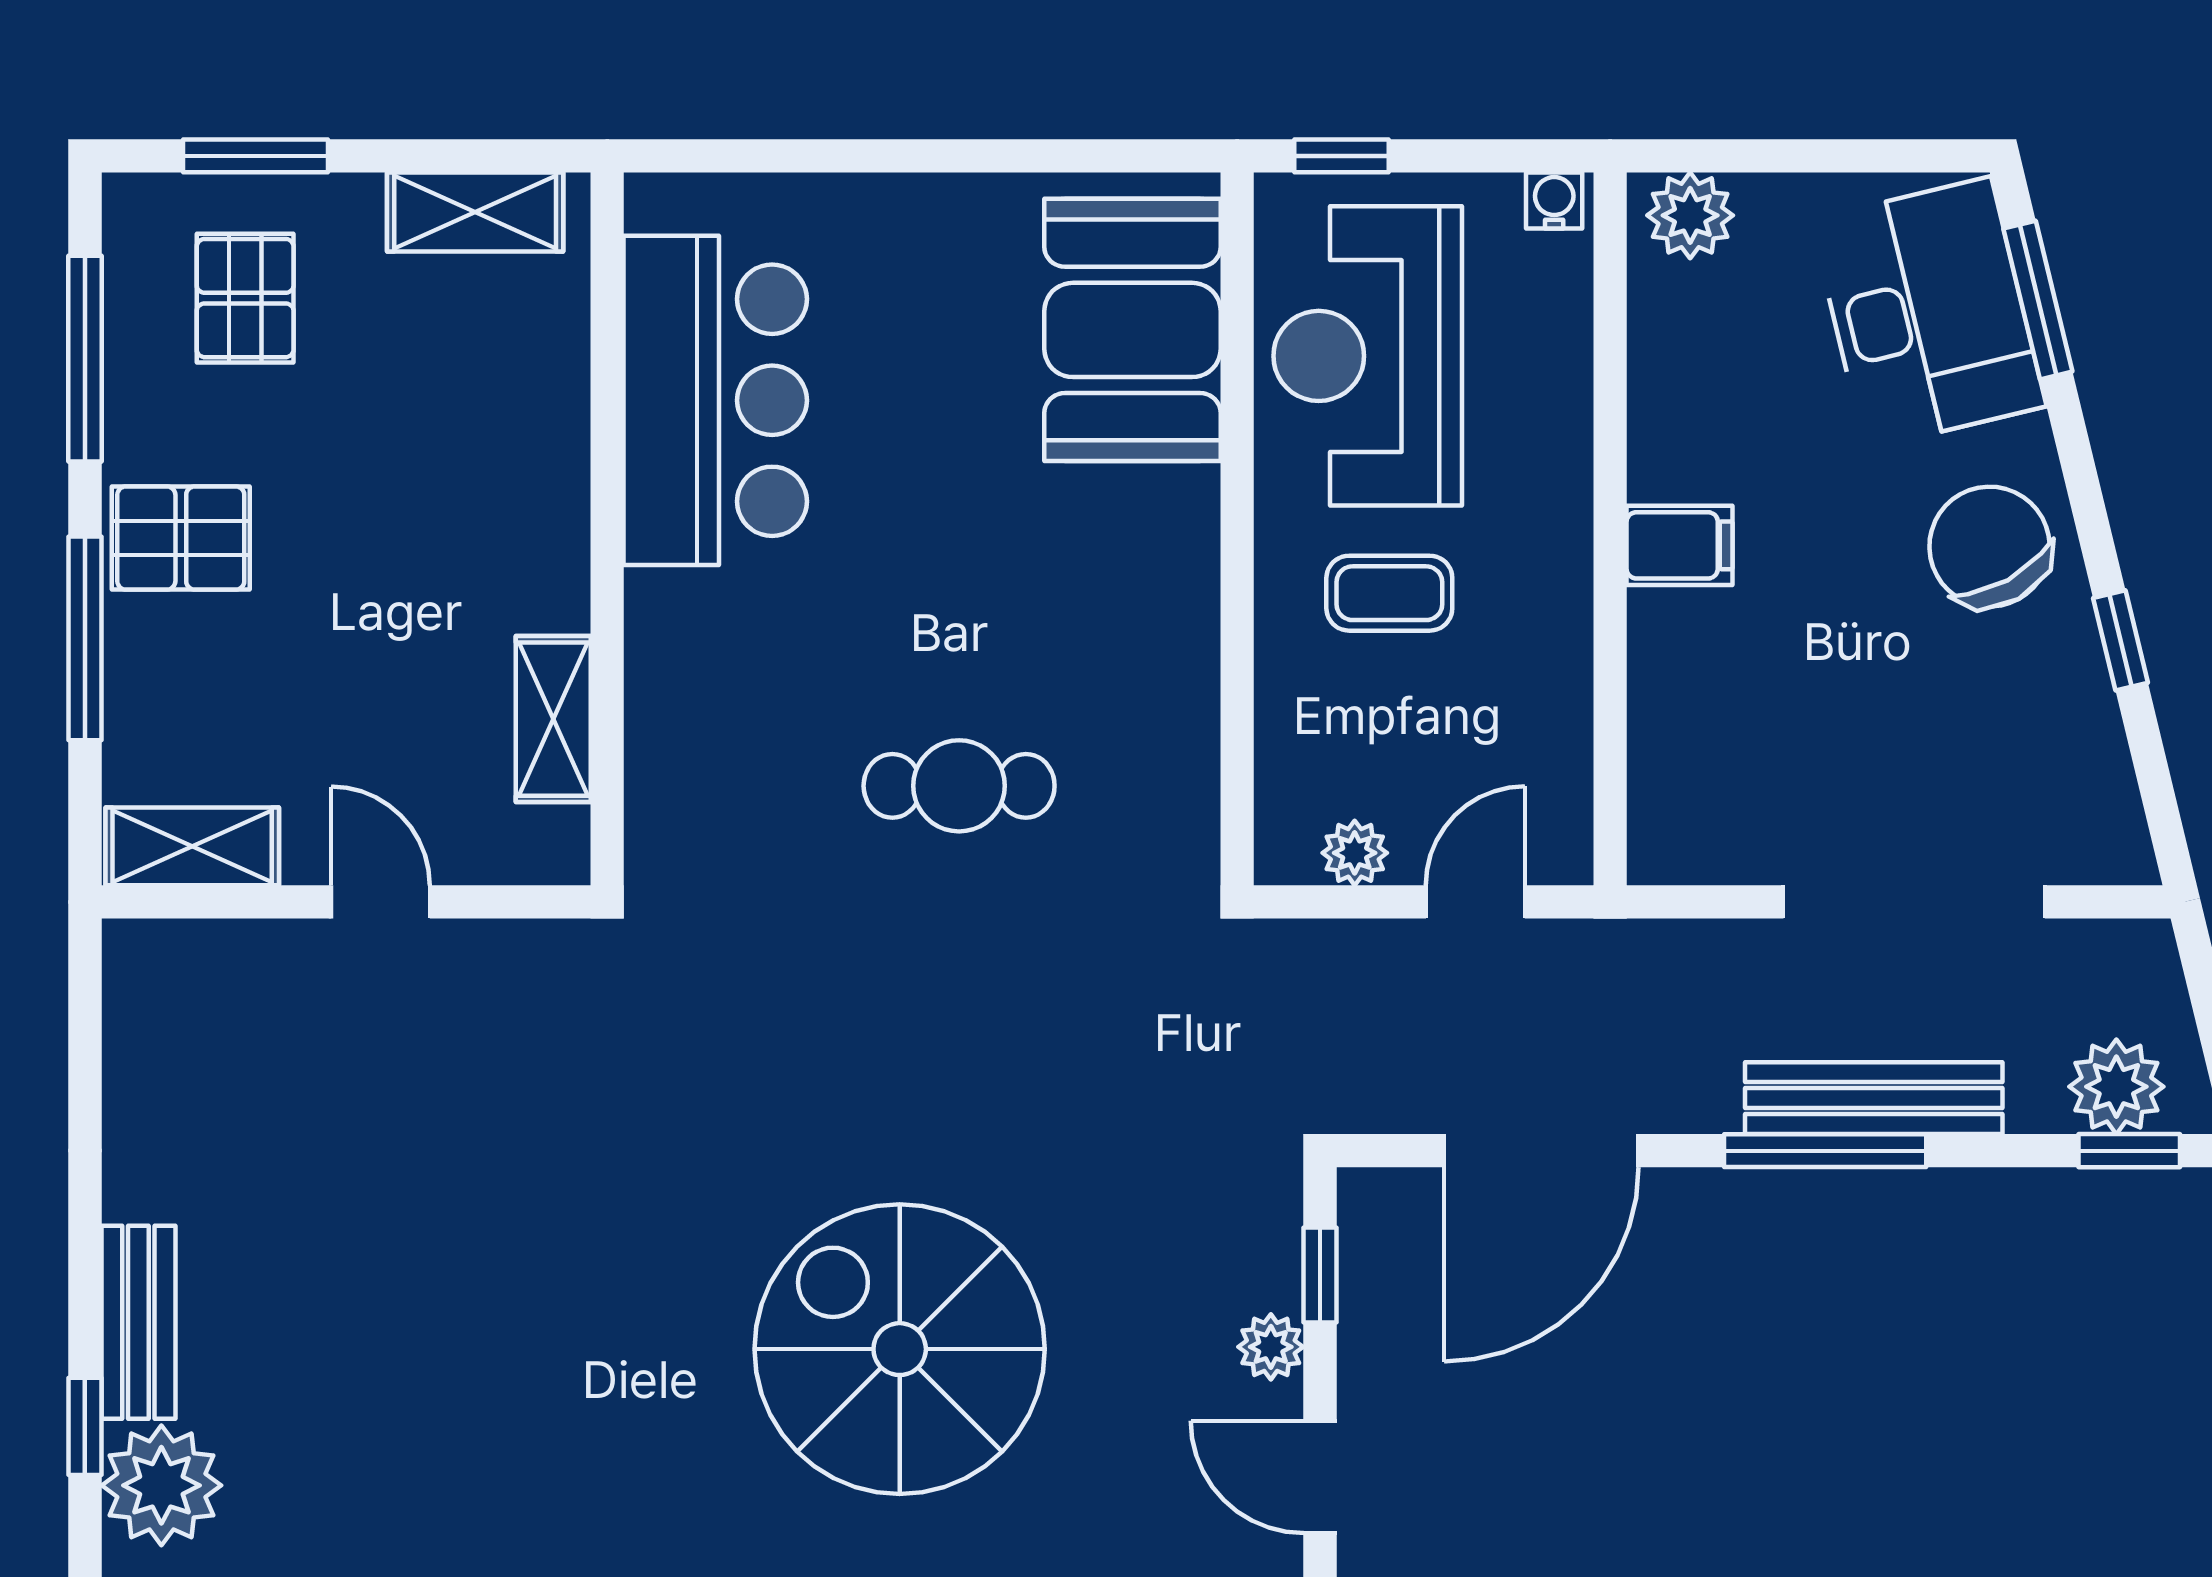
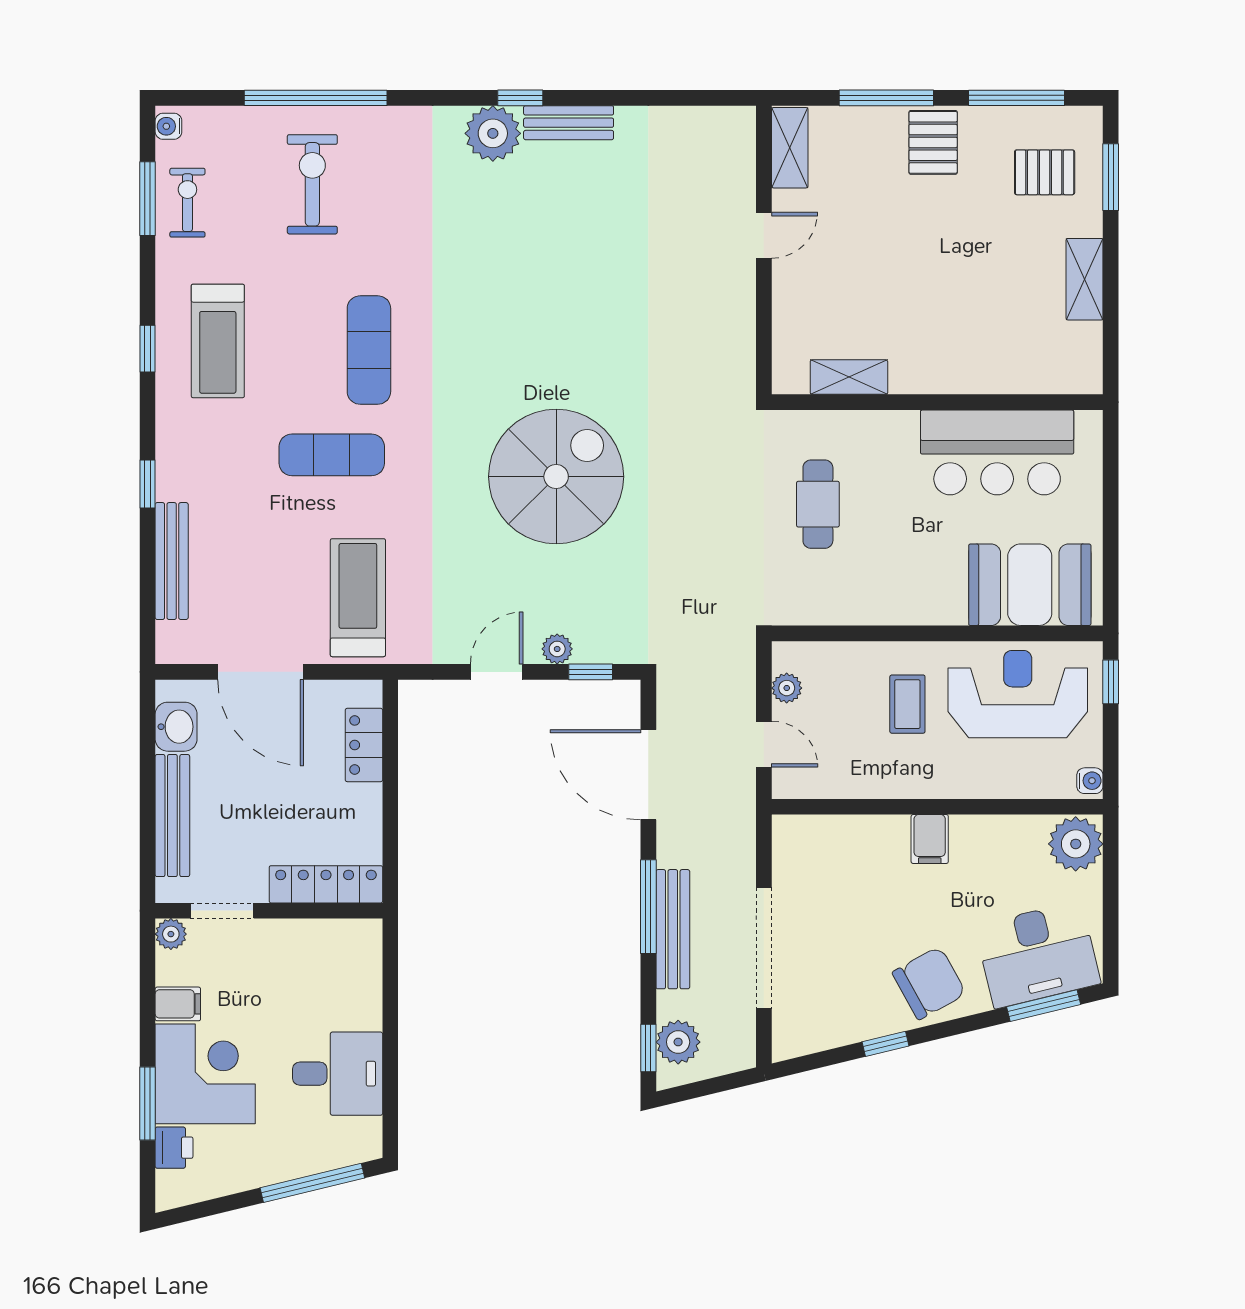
plant: (1690, 215) -> (1076, 844), width x1.36, depth x1.36
bar counter: (715, 400) -> (997, 452), moved
wall: (607, 529) -> (937, 402), moved
shelving: (553, 719) -> (849, 377), moved

